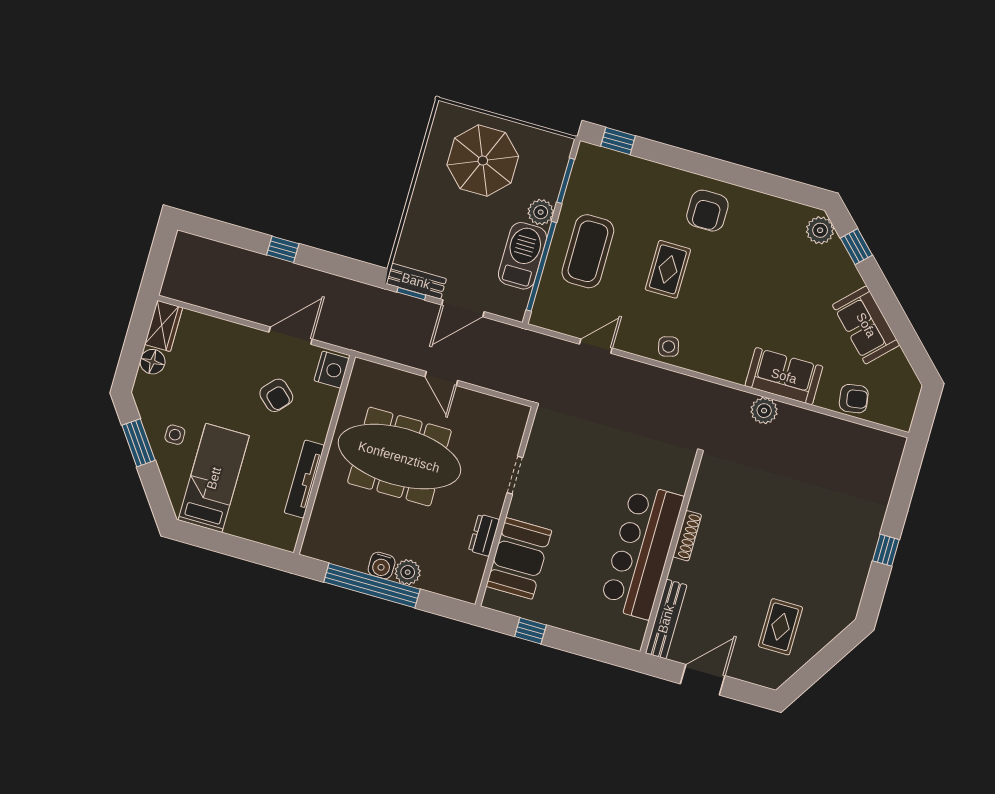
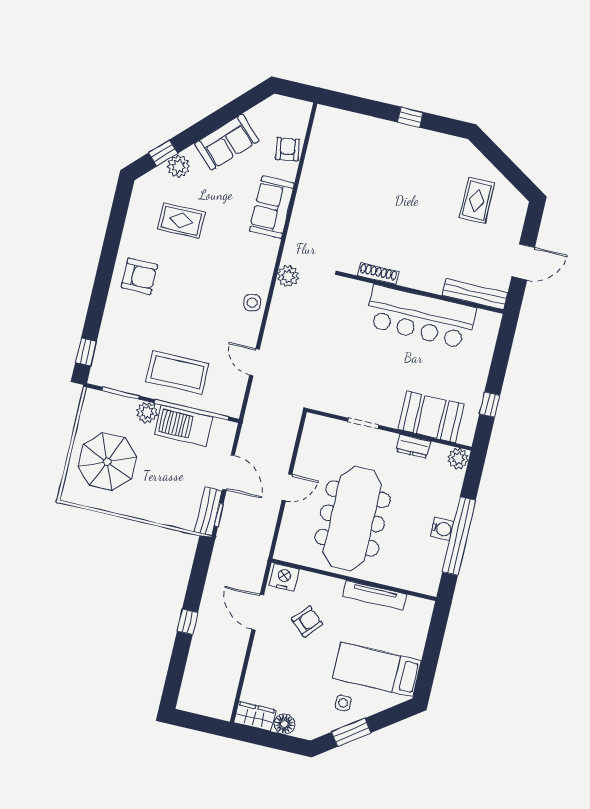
plant: (820, 230) -> (179, 166), moved
rug: (668, 269) -> (181, 221), moved
plant: (764, 411) -> (288, 276), moved
shoe rack: (687, 536) -> (378, 274), moved
plant: (408, 572) -> (458, 458), moved
rug: (780, 627) -> (477, 200), turned 90
door: (703, 680) -> (523, 262), swing flipped

